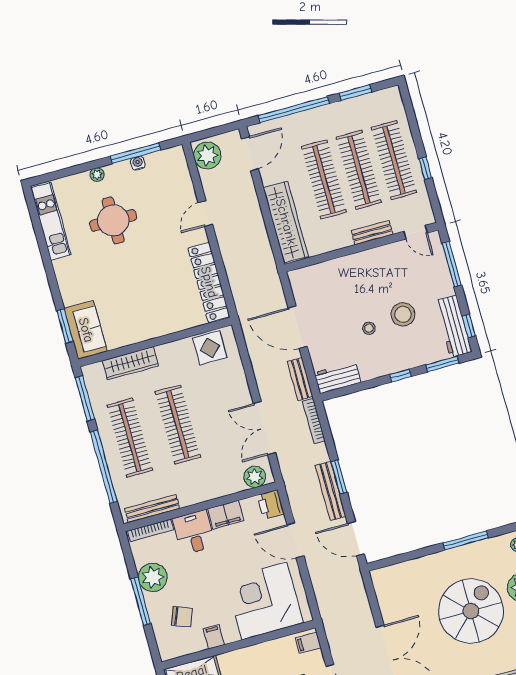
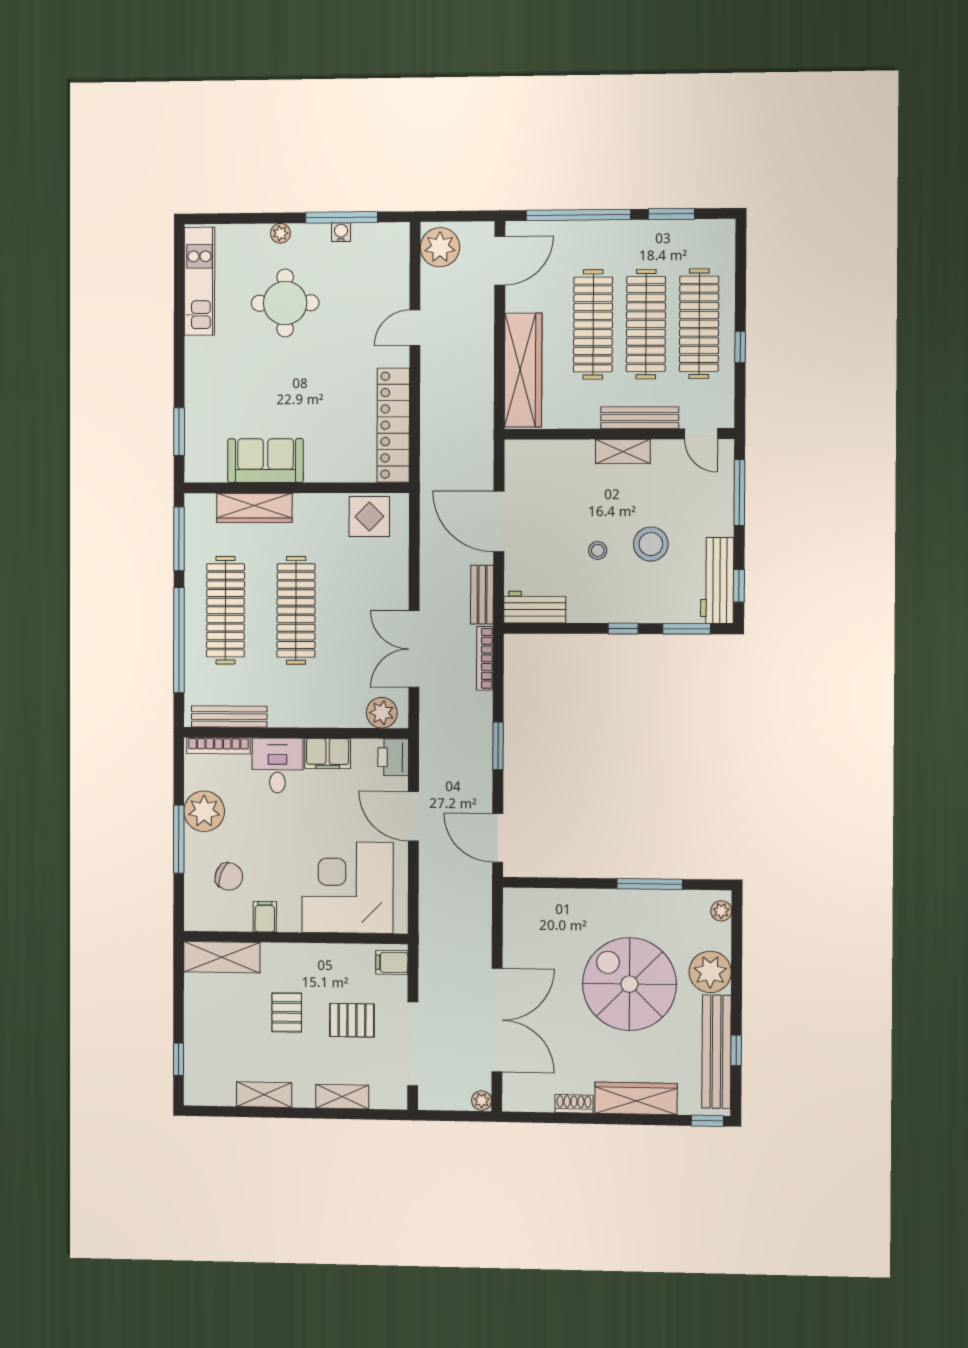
bench: (372, 233) -> (640, 418), width x1.36
shelving: (367, 258) -> (623, 451), added
sofa: (86, 330) -> (266, 461), moved, turned -90
bench: (331, 491) -> (481, 762), removed
spiral stairs: (471, 611) -> (629, 984), turned -90

